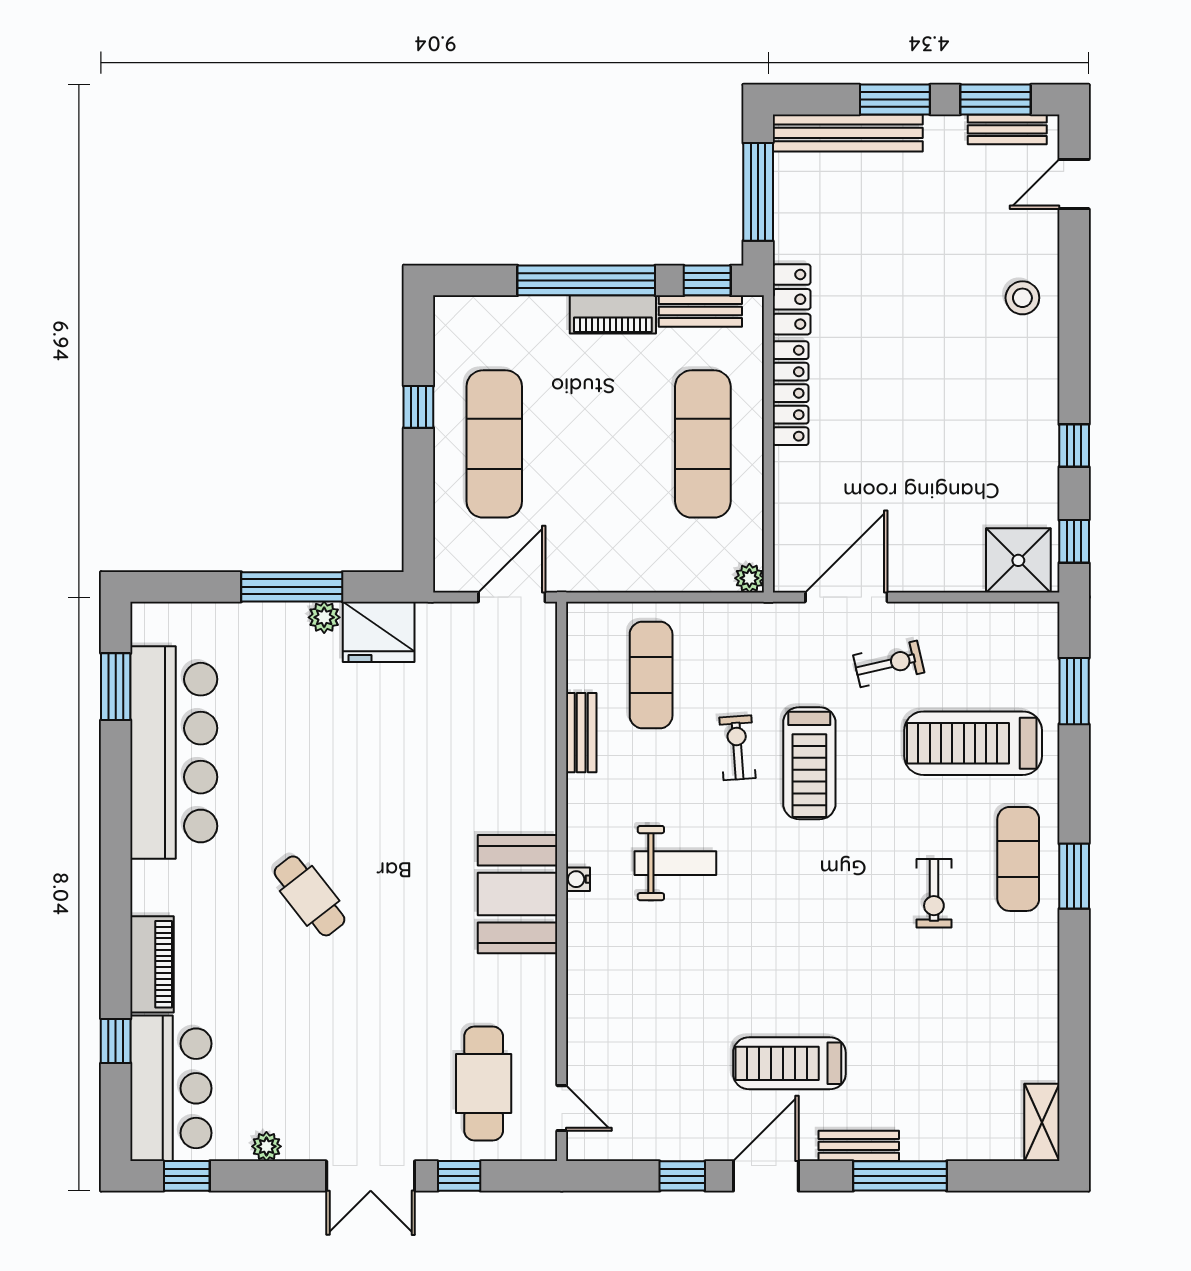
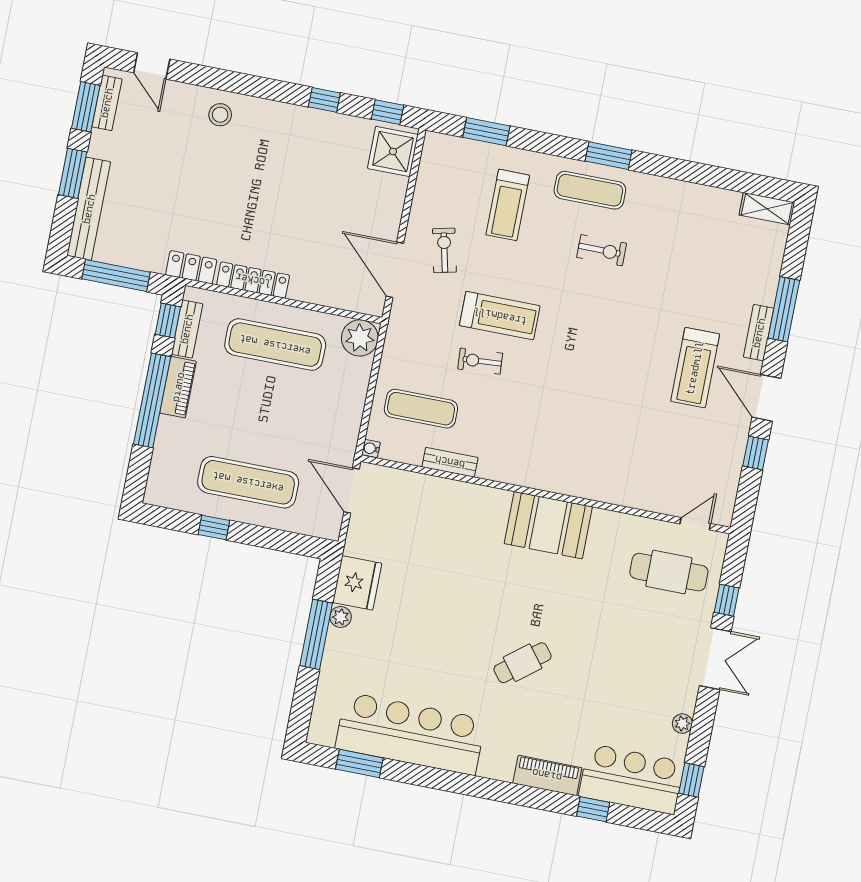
plant: (749, 578) -> (360, 338), width x1.88, depth x1.88
treadmill: (973, 743) -> (508, 205), width x0.73, depth x0.73
weight bench: (675, 863) -> (548, 417), removed
water cooler: (578, 879) -> (371, 448), moved, turned 90

